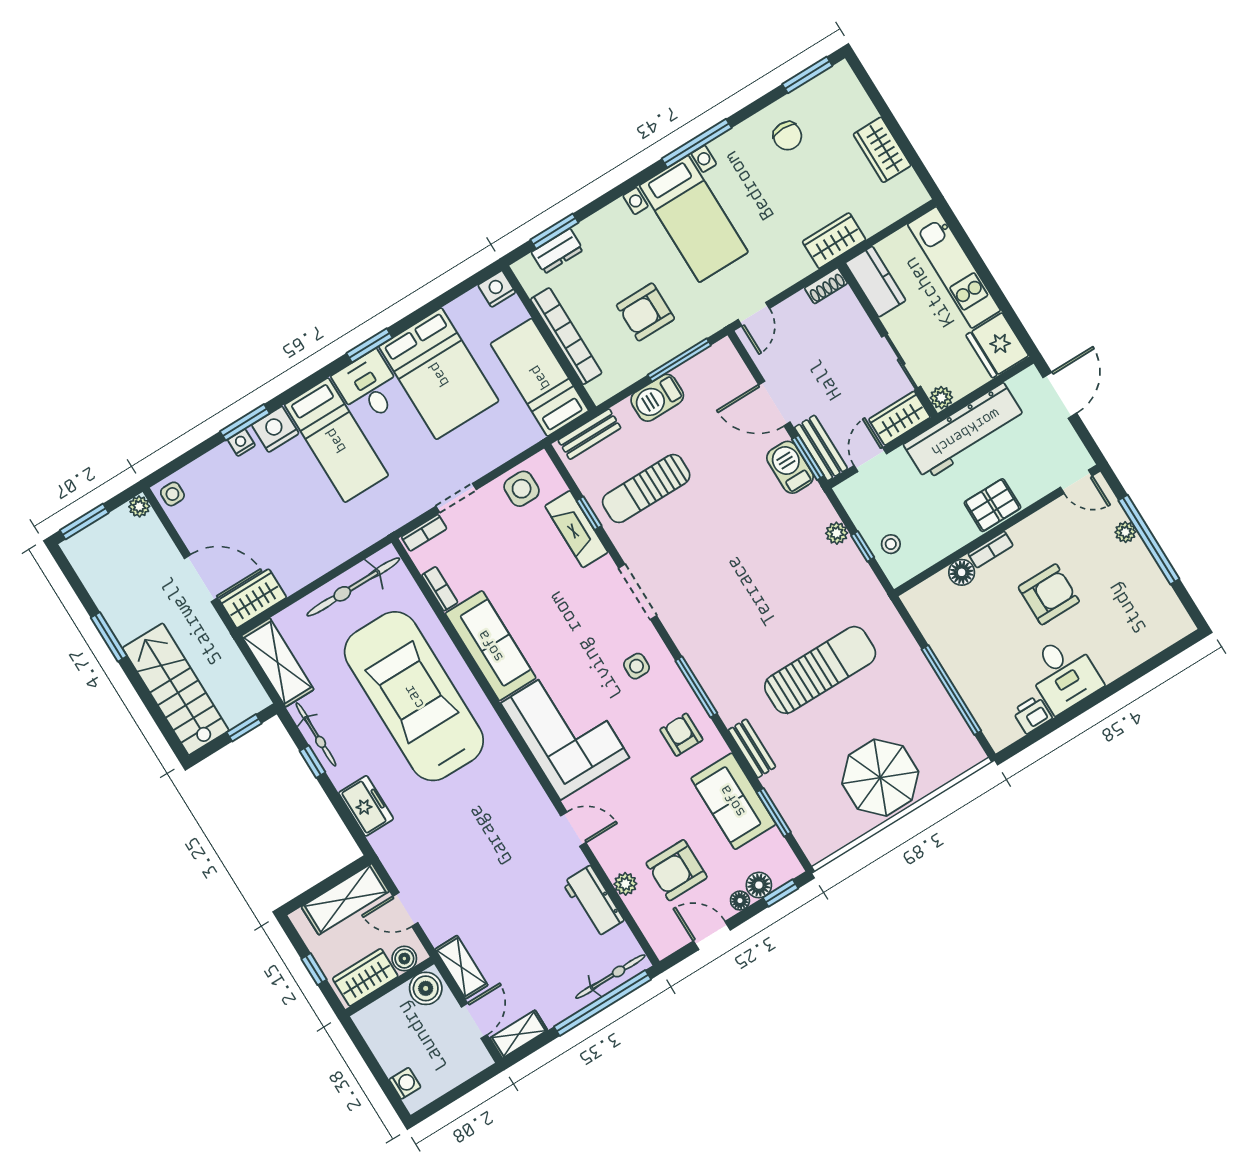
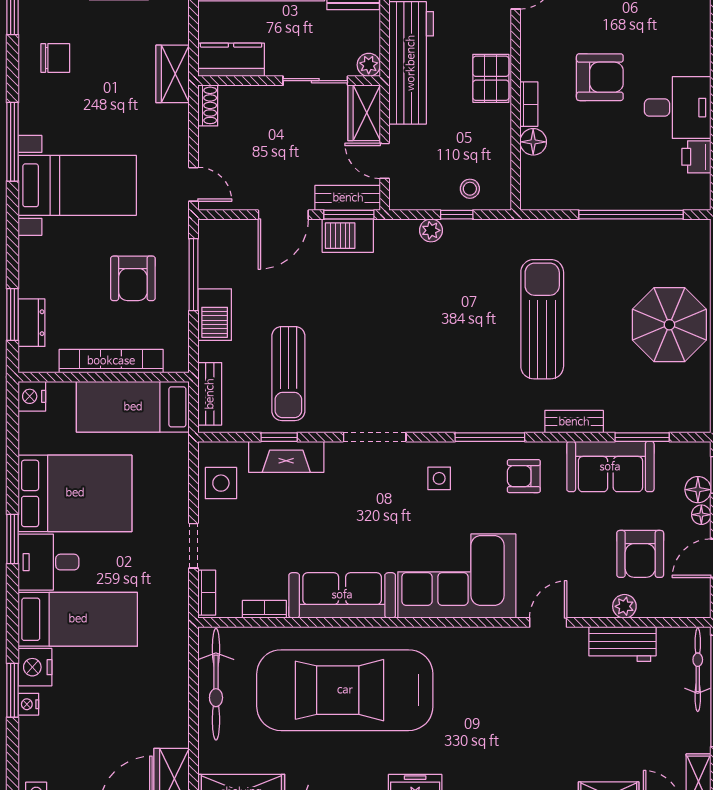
armchair: (1049, 594) -> (600, 77), turned 90

